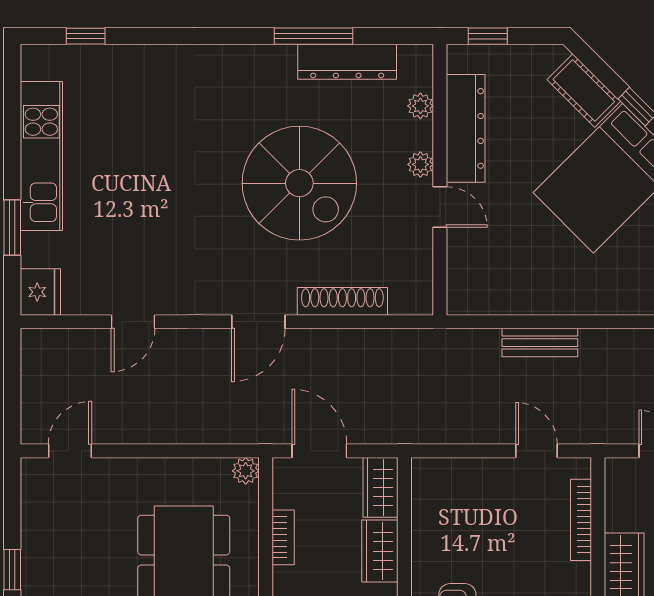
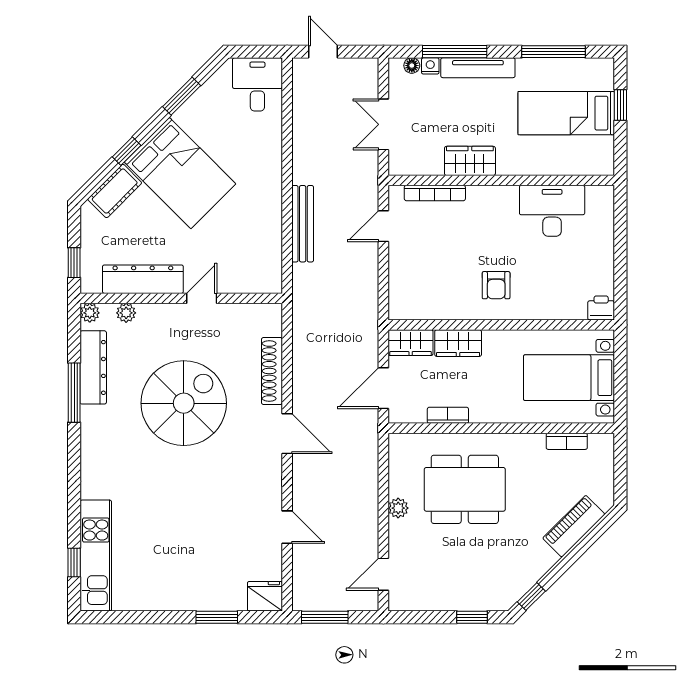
kitchen unit: (41, 156) -> (96, 556), moved, turned 90
plant: (420, 164) -> (90, 313), moved
bench: (540, 343) -> (303, 224), width x1.36
window: (12, 372) -> (325, 617), added
door: (70, 451) -> (383, 574), hinge flipped
plant: (246, 471) -> (398, 508), moved

